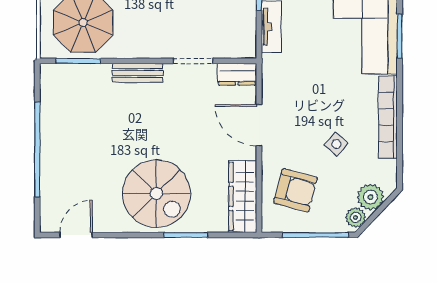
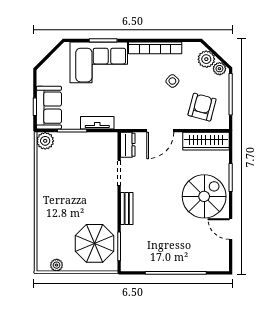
door: (76, 235) -> (231, 229), moved

